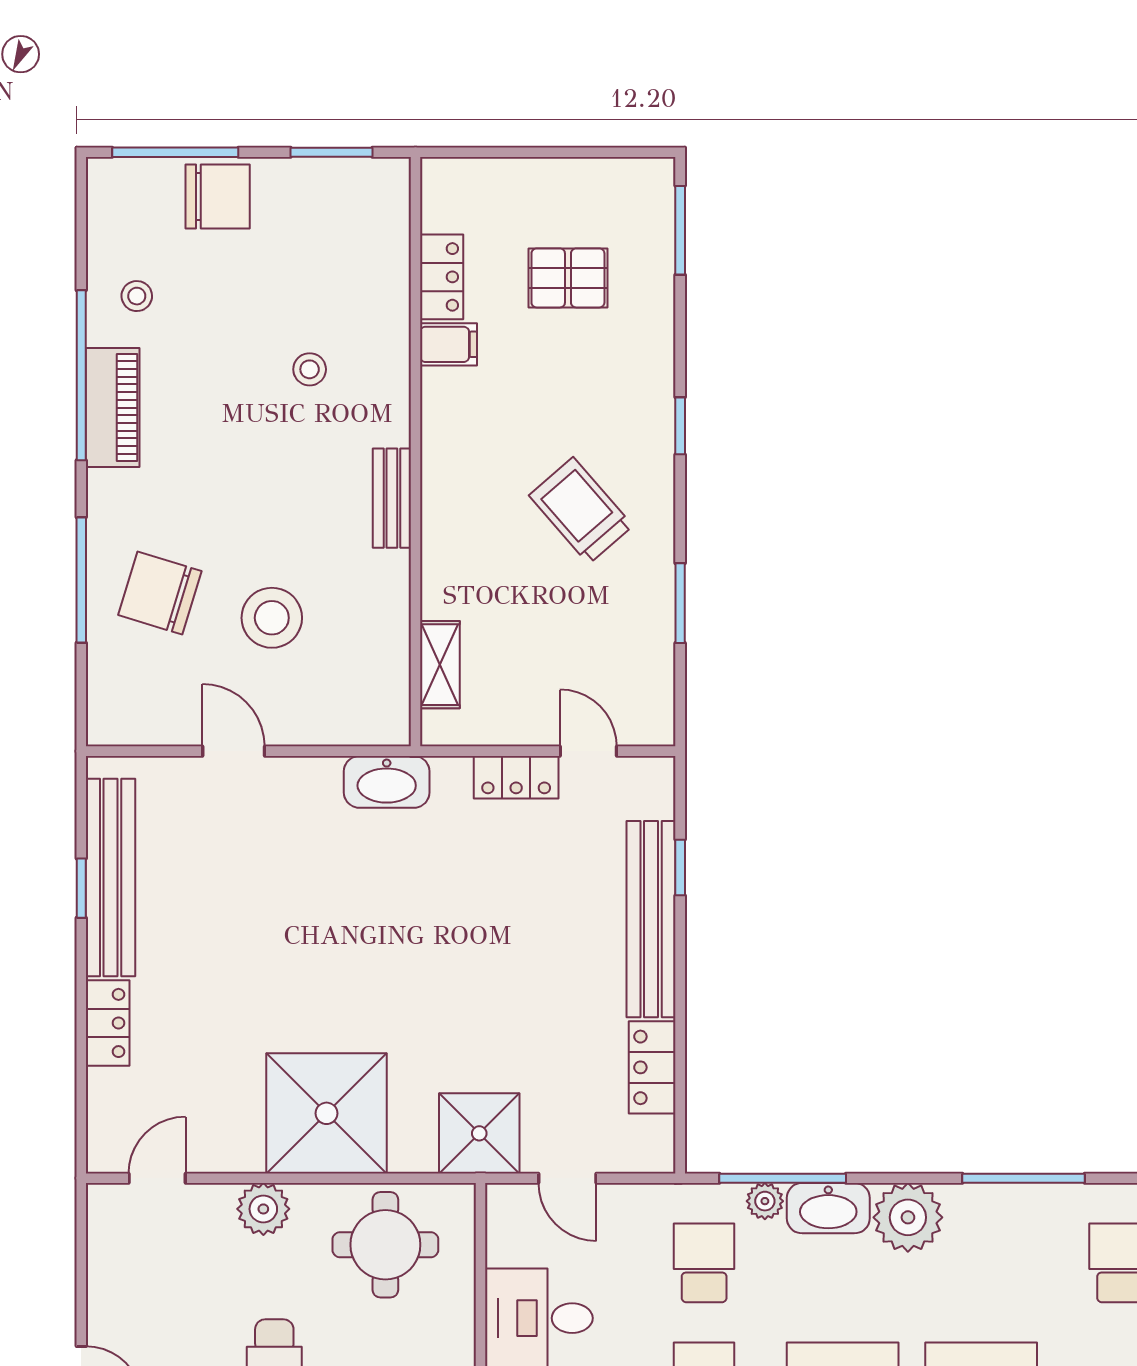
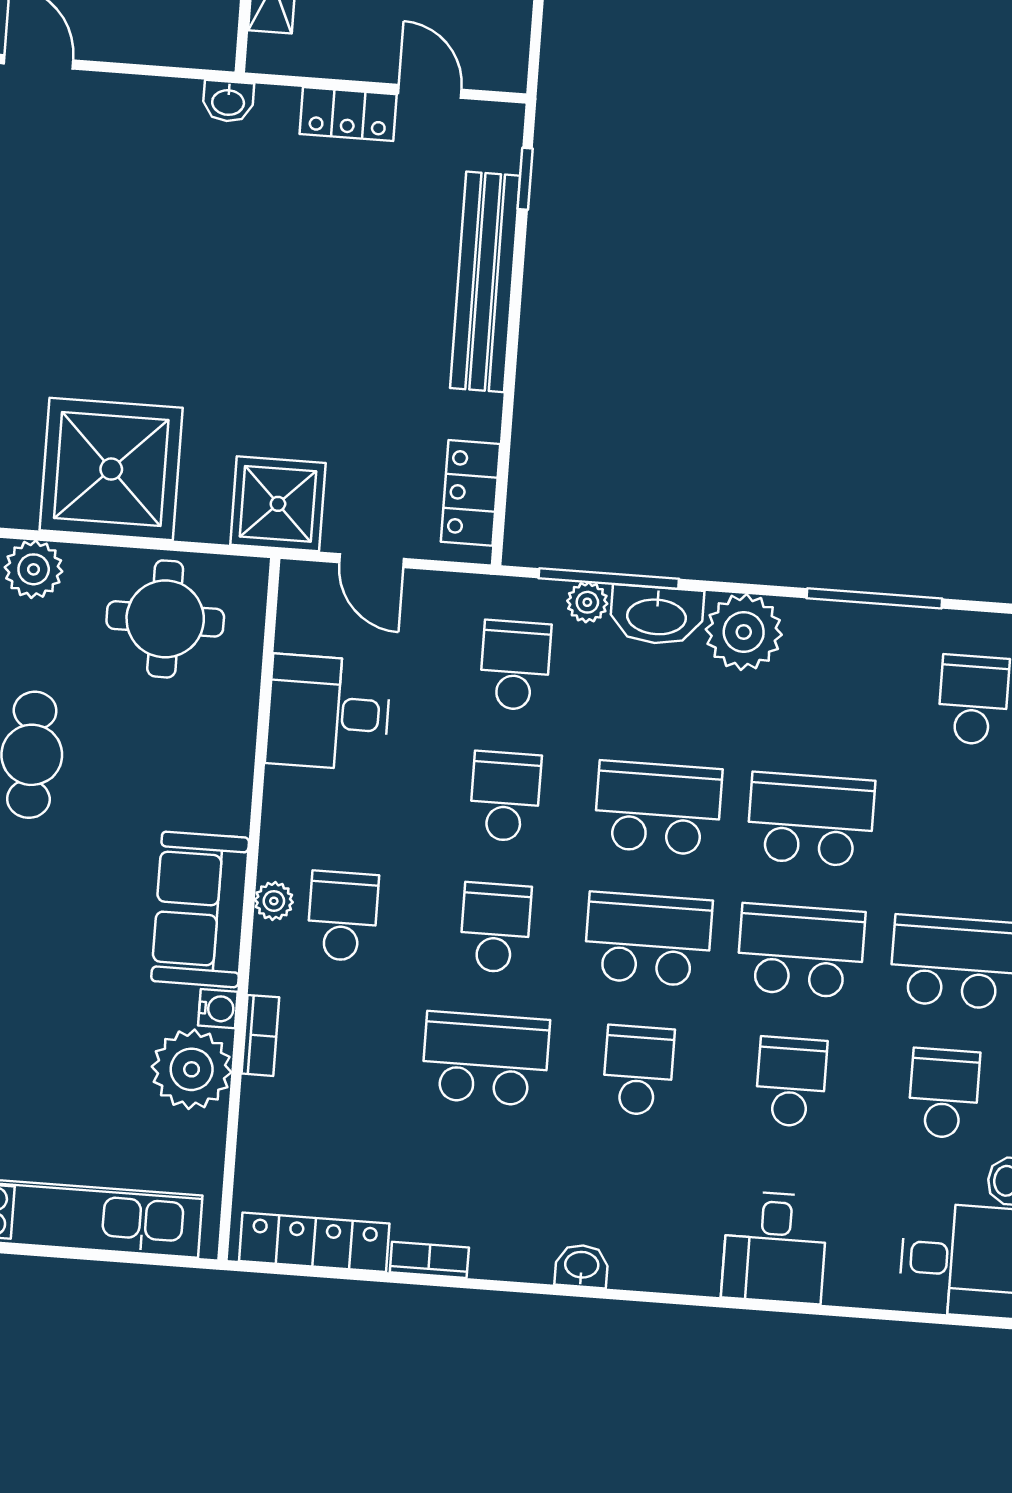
washbasin: (387, 782) -> (228, 101), width x0.52, depth x0.69
window: (680, 867) -> (525, 179), moved
locker: (652, 1067) -> (470, 493), moved

